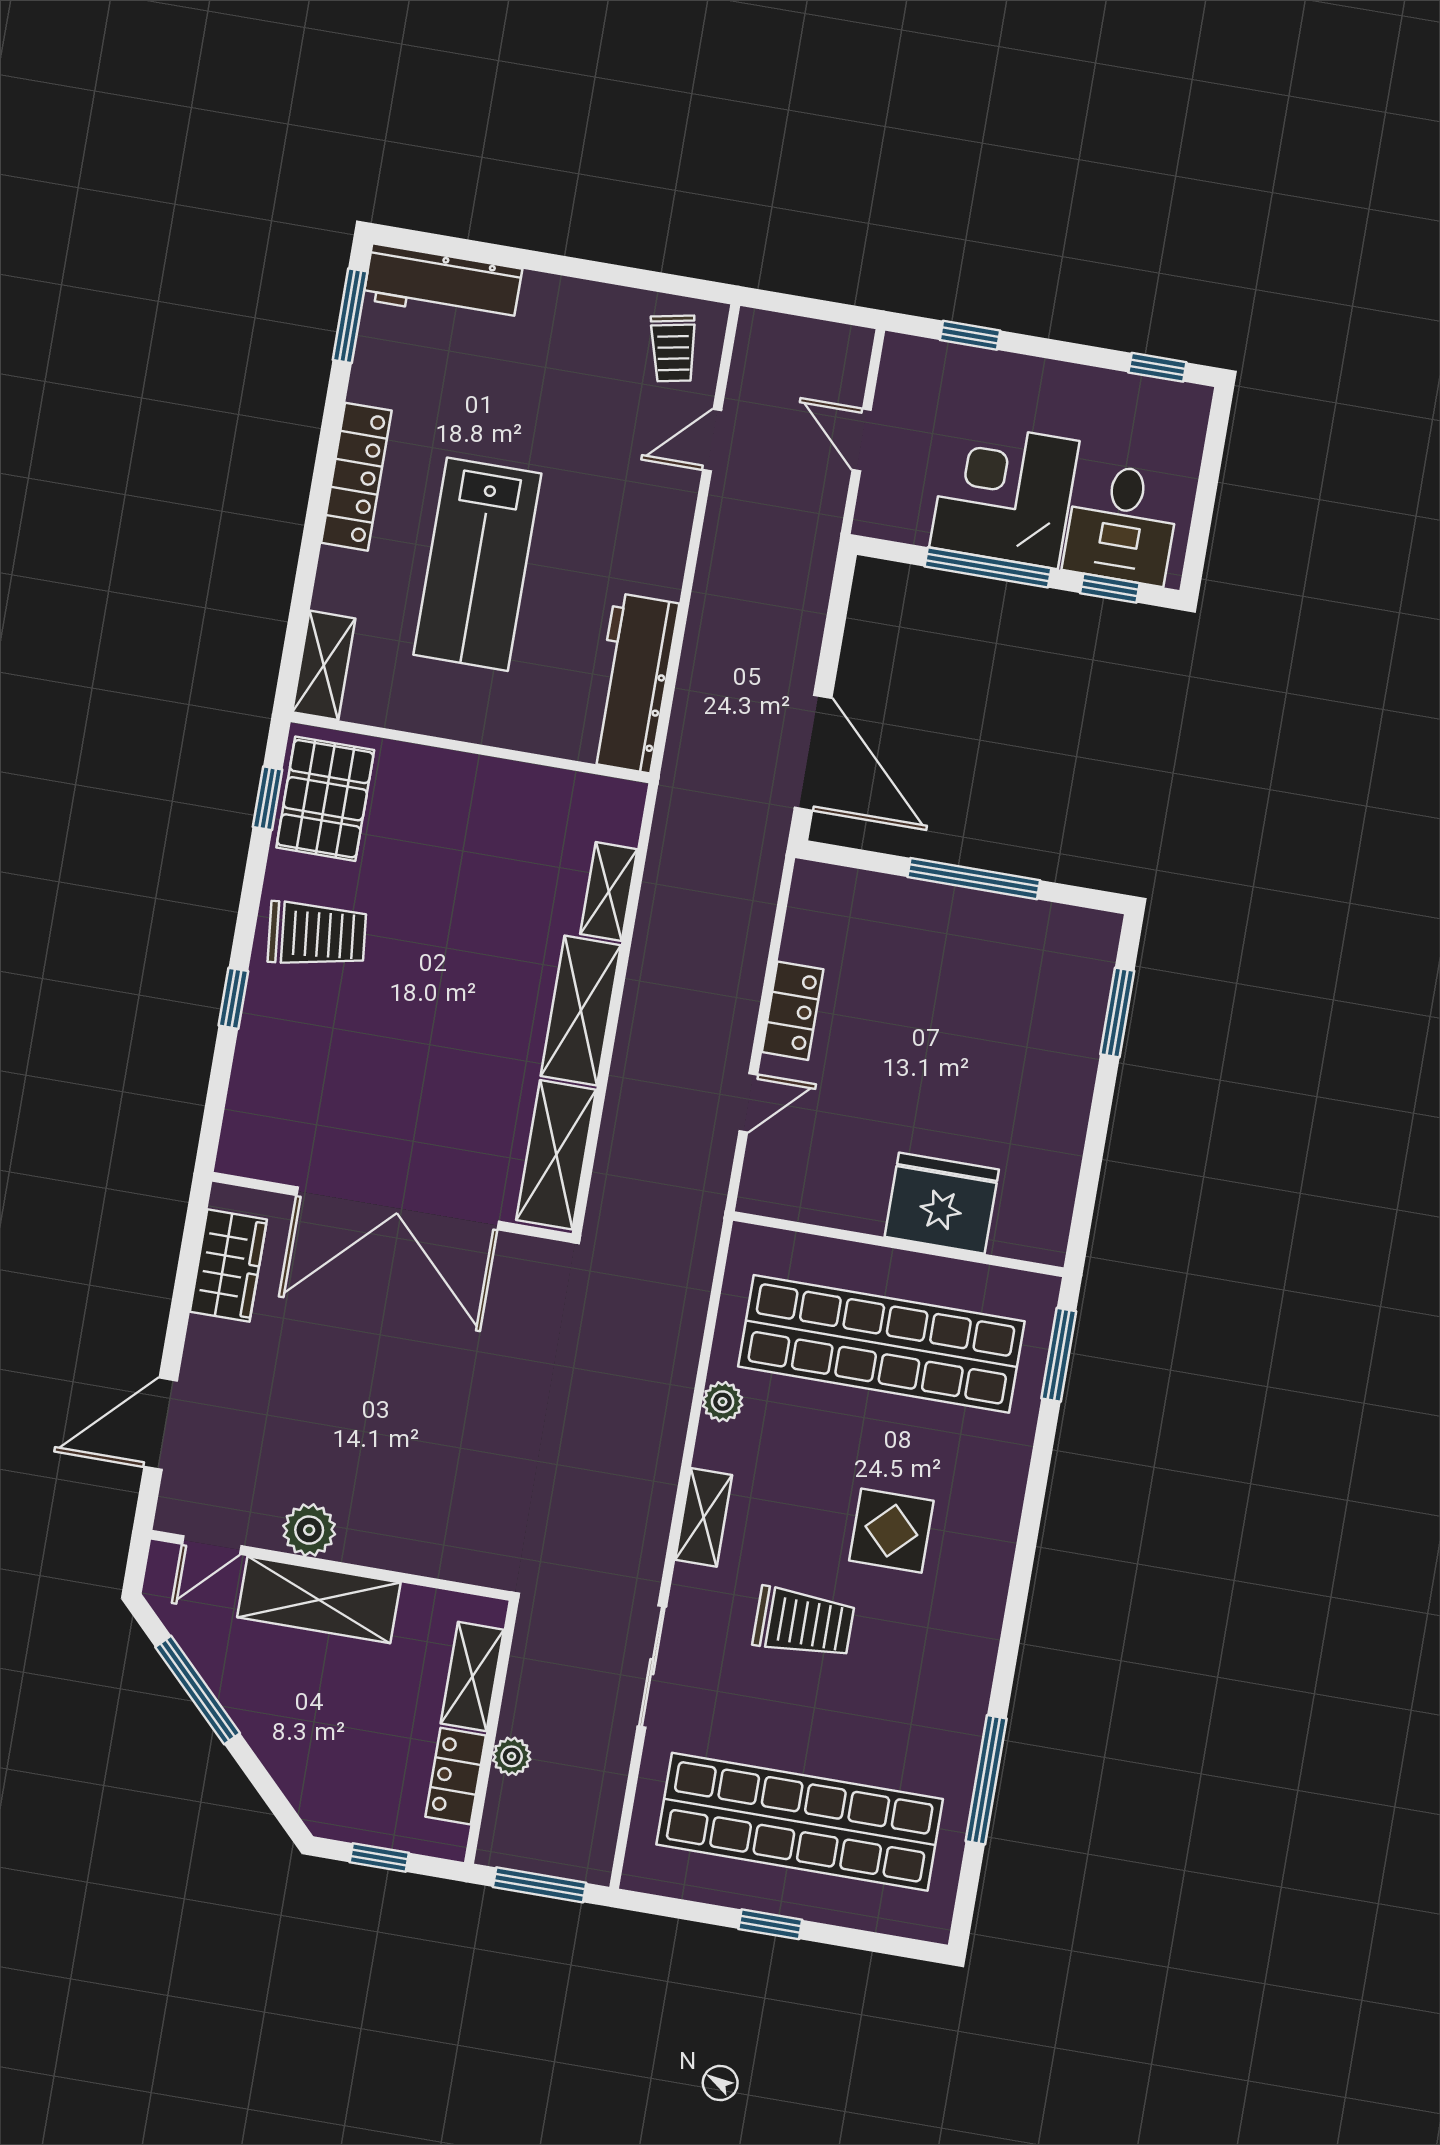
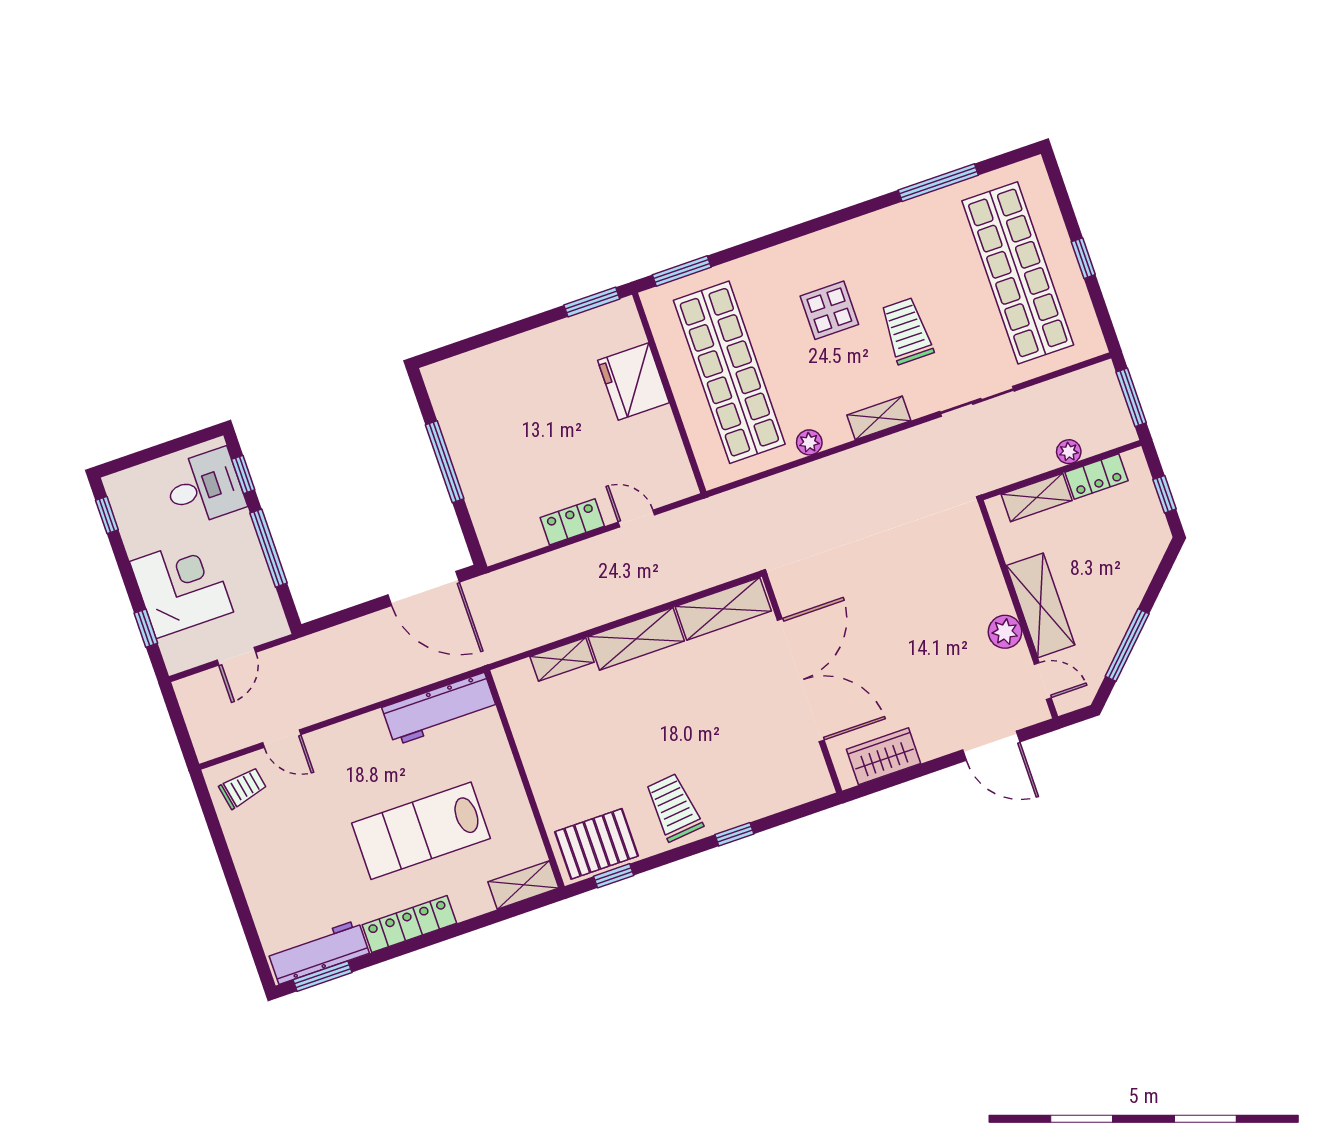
workbench: (443, 284) -> (318, 952), moved, turned -90
corner desk: (1004, 494) -> (182, 587), moved, turned 180
lab bench: (477, 564) -> (421, 831), turned 180
door: (813, 753) -> (424, 589), swing flipped
window: (1117, 1012) -> (592, 302), moved

